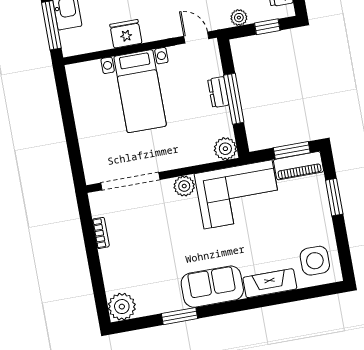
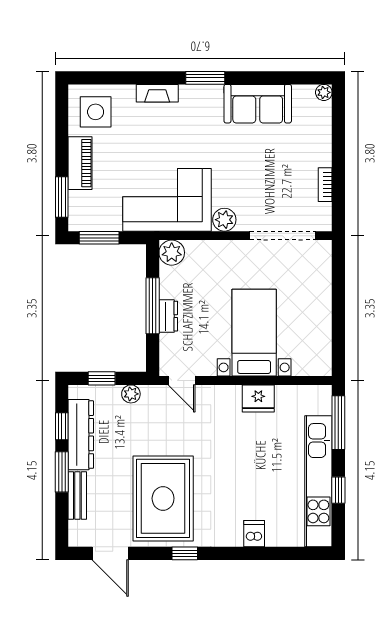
piano: (299, 166) -> (80, 163), moved, turned 90
window: (334, 197) -> (62, 197), moved
fireplace: (270, 283) -> (157, 93), width x0.73, depth x0.76
sofa: (212, 287) -> (258, 104), moved
plant: (122, 307) -> (324, 92), width x0.53, depth x0.53
window: (180, 316) -> (205, 78), moved

